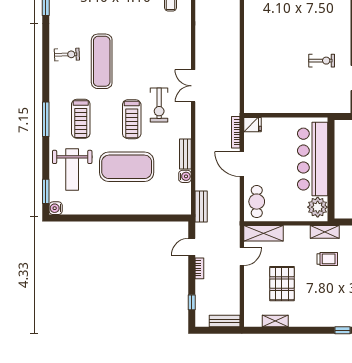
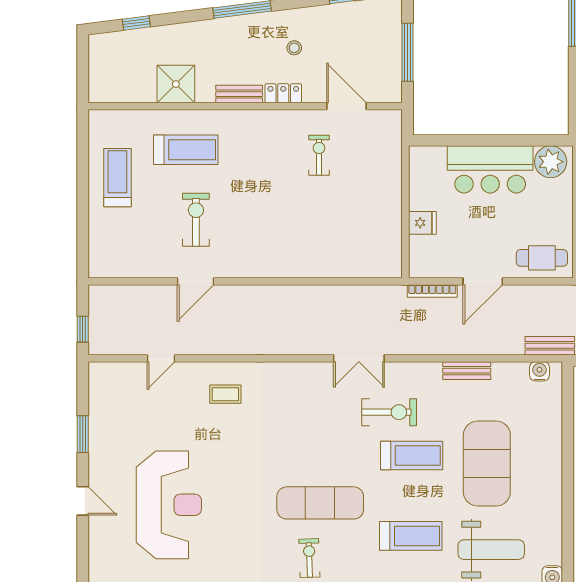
fridge: (253, 125) -> (422, 223), moved, turned 90
bar counter: (313, 159) -> (490, 169), width x0.73
water cooler: (185, 176) -> (539, 371), moved

